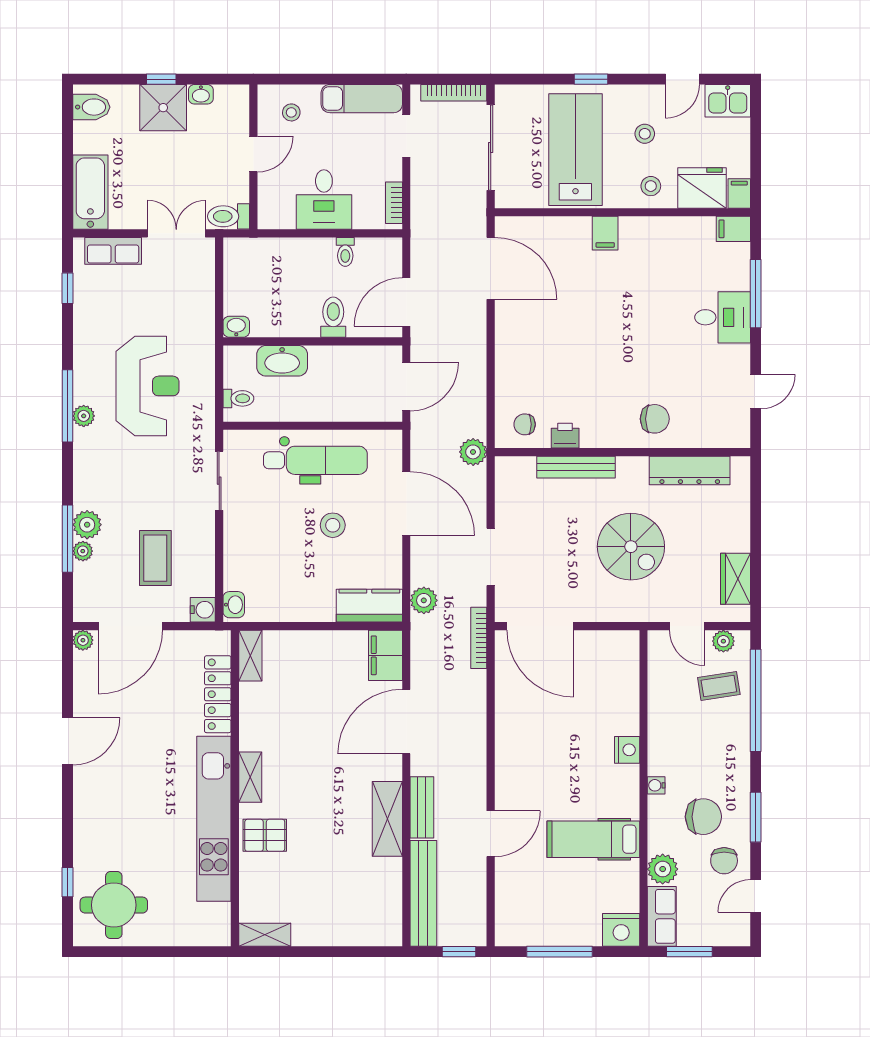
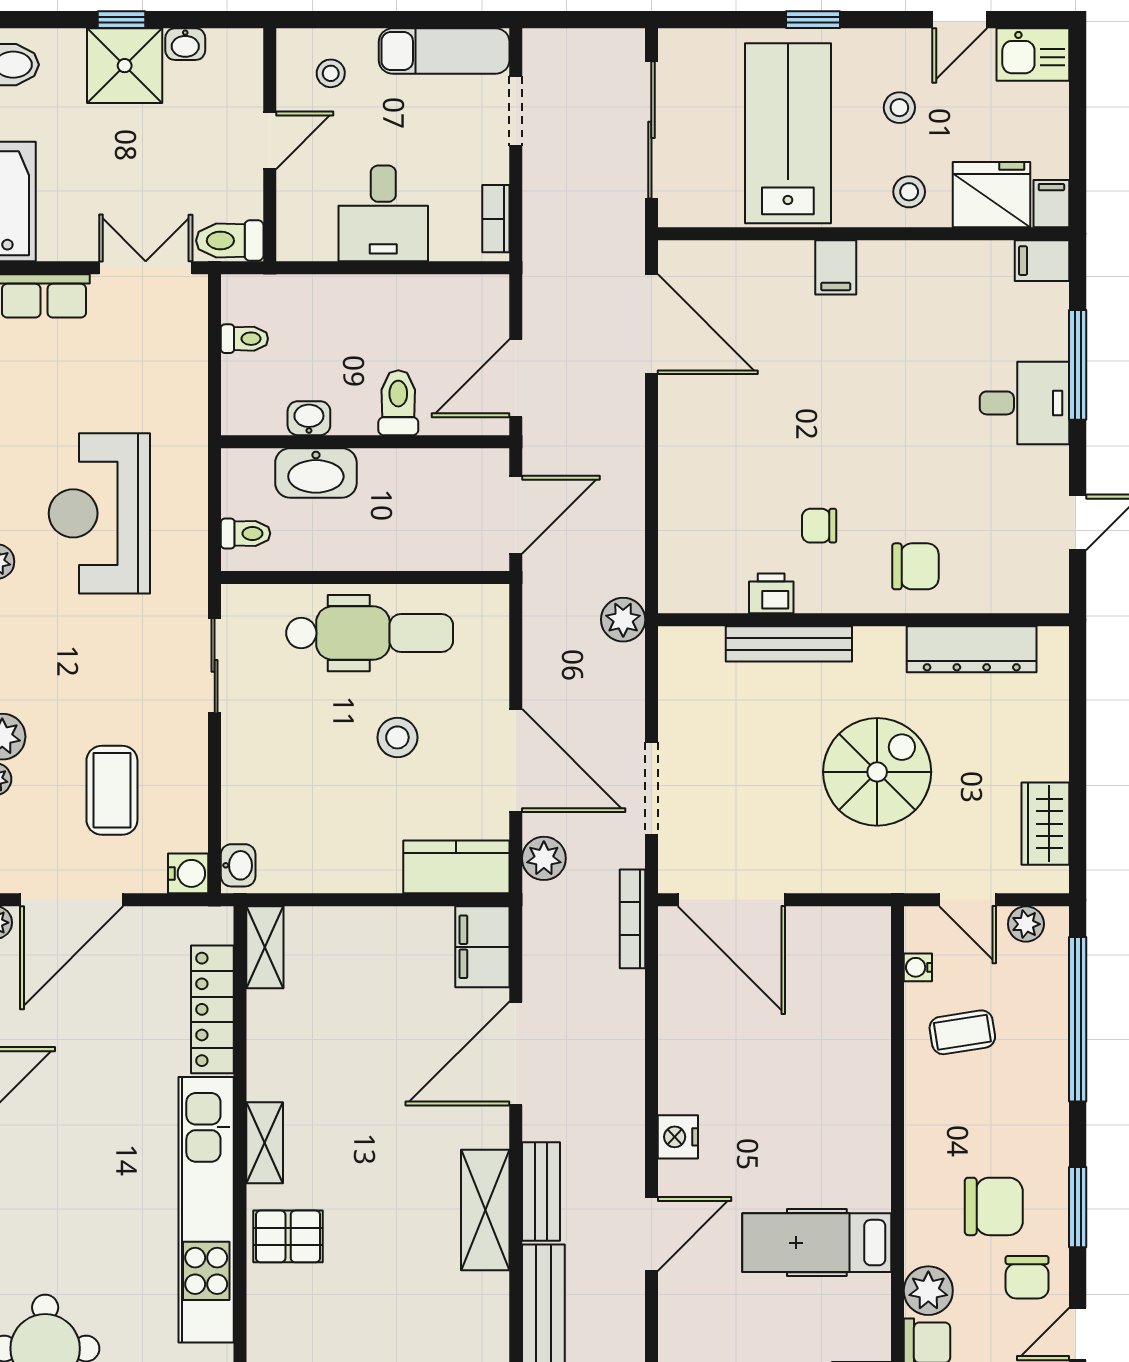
bookcase: (454, 93) -> (592, 42), removed
toilet: (345, 252) -> (244, 339), moved, turned -90
washbasin: (236, 327) -> (309, 418), moved
reception desk: (147, 386) -> (99, 513), turned 180
chair: (525, 424) -> (819, 526), moved
door: (406, 504) -> (516, 760), moved
spiral stairs: (631, 547) -> (877, 772), turned -90
coffee table: (719, 686) -> (962, 1032), moved
nightstand: (627, 750) -> (678, 1137), moved, turned 180
water cooler: (656, 785) -> (918, 967), moved

